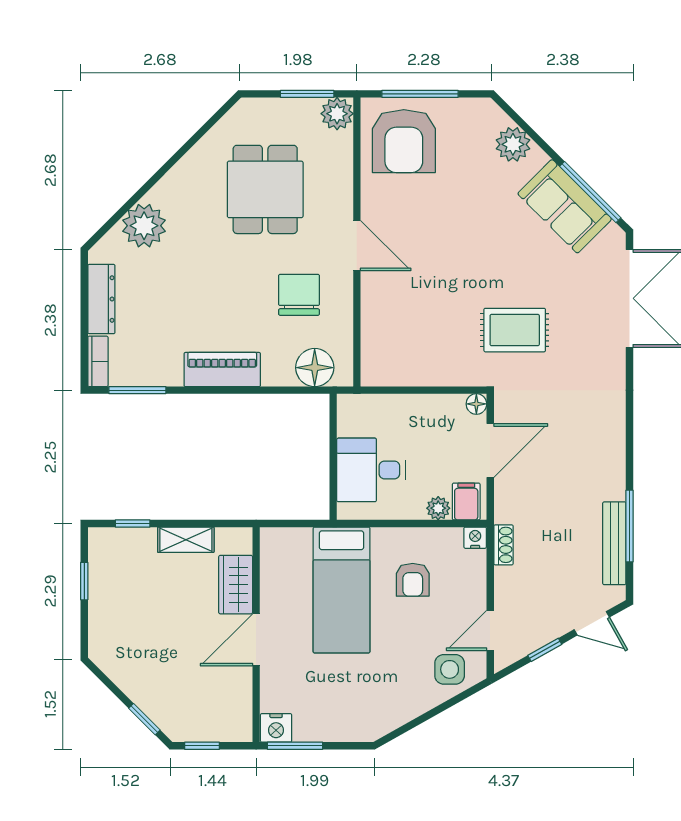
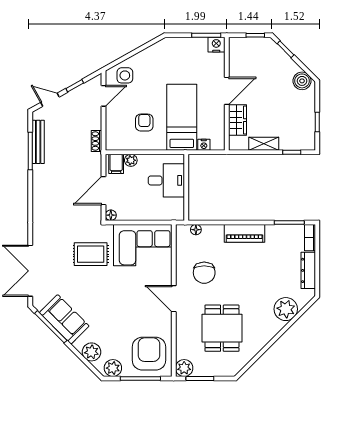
plant: (472, 114) -> (113, 368), added
corner sofa: (416, 347) -> (143, 245), added
floor lamp: (315, 368) -> (196, 230), width x0.53, depth x0.53
nightstand: (475, 538) -> (204, 145), moved
boiler: (113, 659) -> (302, 81), added

